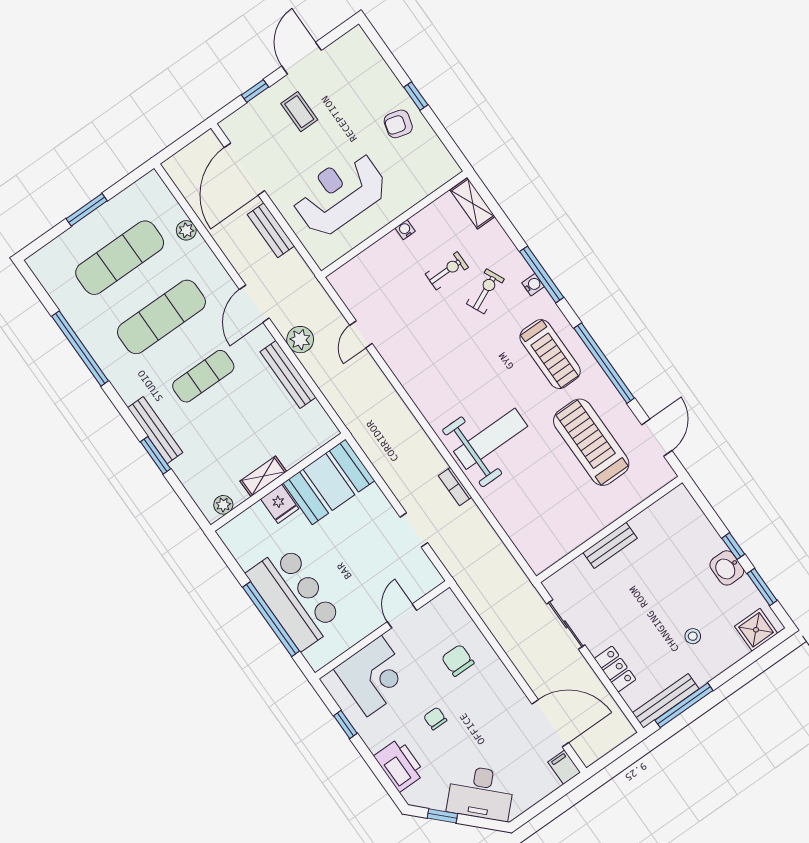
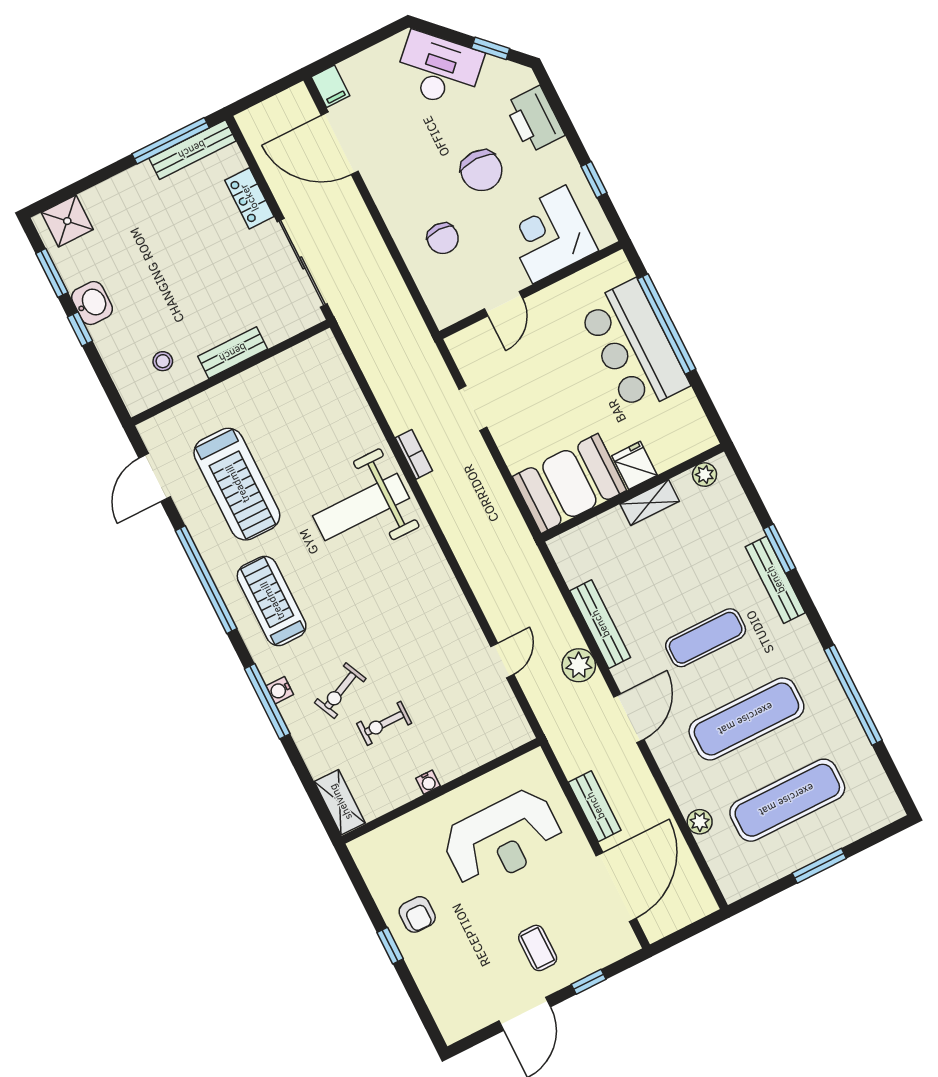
armchair: (398, 124) -> (417, 914), turned 75
sliding door: (566, 624) -> (302, 263), width x1.37
stool: (693, 636) -> (163, 361), moved
chair: (435, 718) -> (481, 170), width x1.87, depth x1.87

